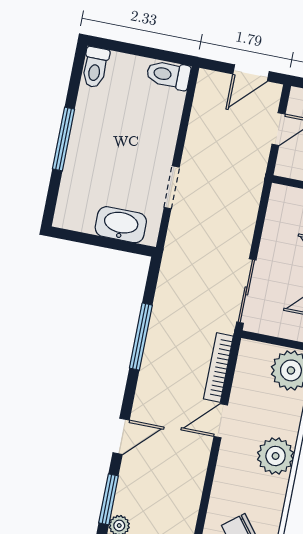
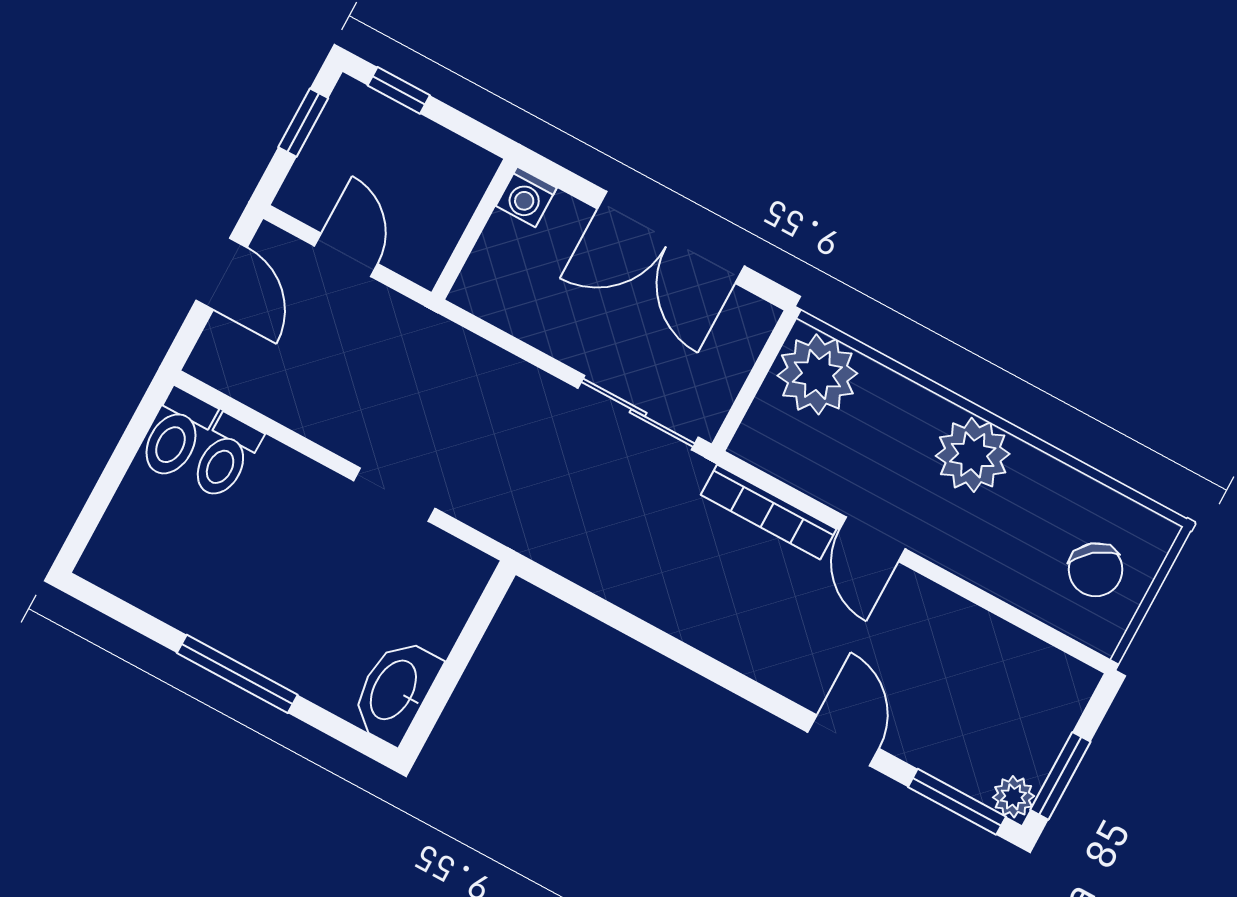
toilet: (95, 67) -> (225, 457), moved, turned 90
washbasin: (121, 225) -> (395, 691), moved
window: (141, 337) -> (663, 643), removed

